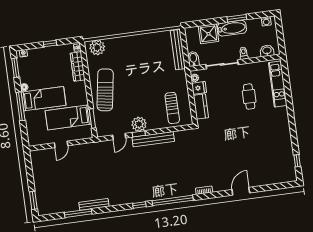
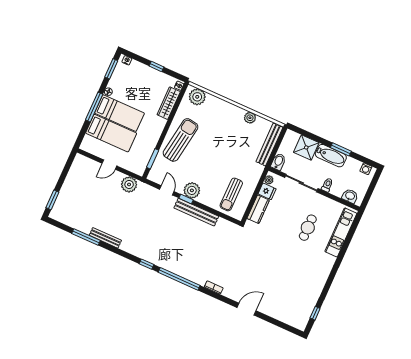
plant: (149, 38) -> (250, 118), added
bed: (68, 117) -> (111, 133), moved, turned 180
door: (119, 136) -> (167, 190), swing flipped
plant: (86, 150) -> (129, 184), added

